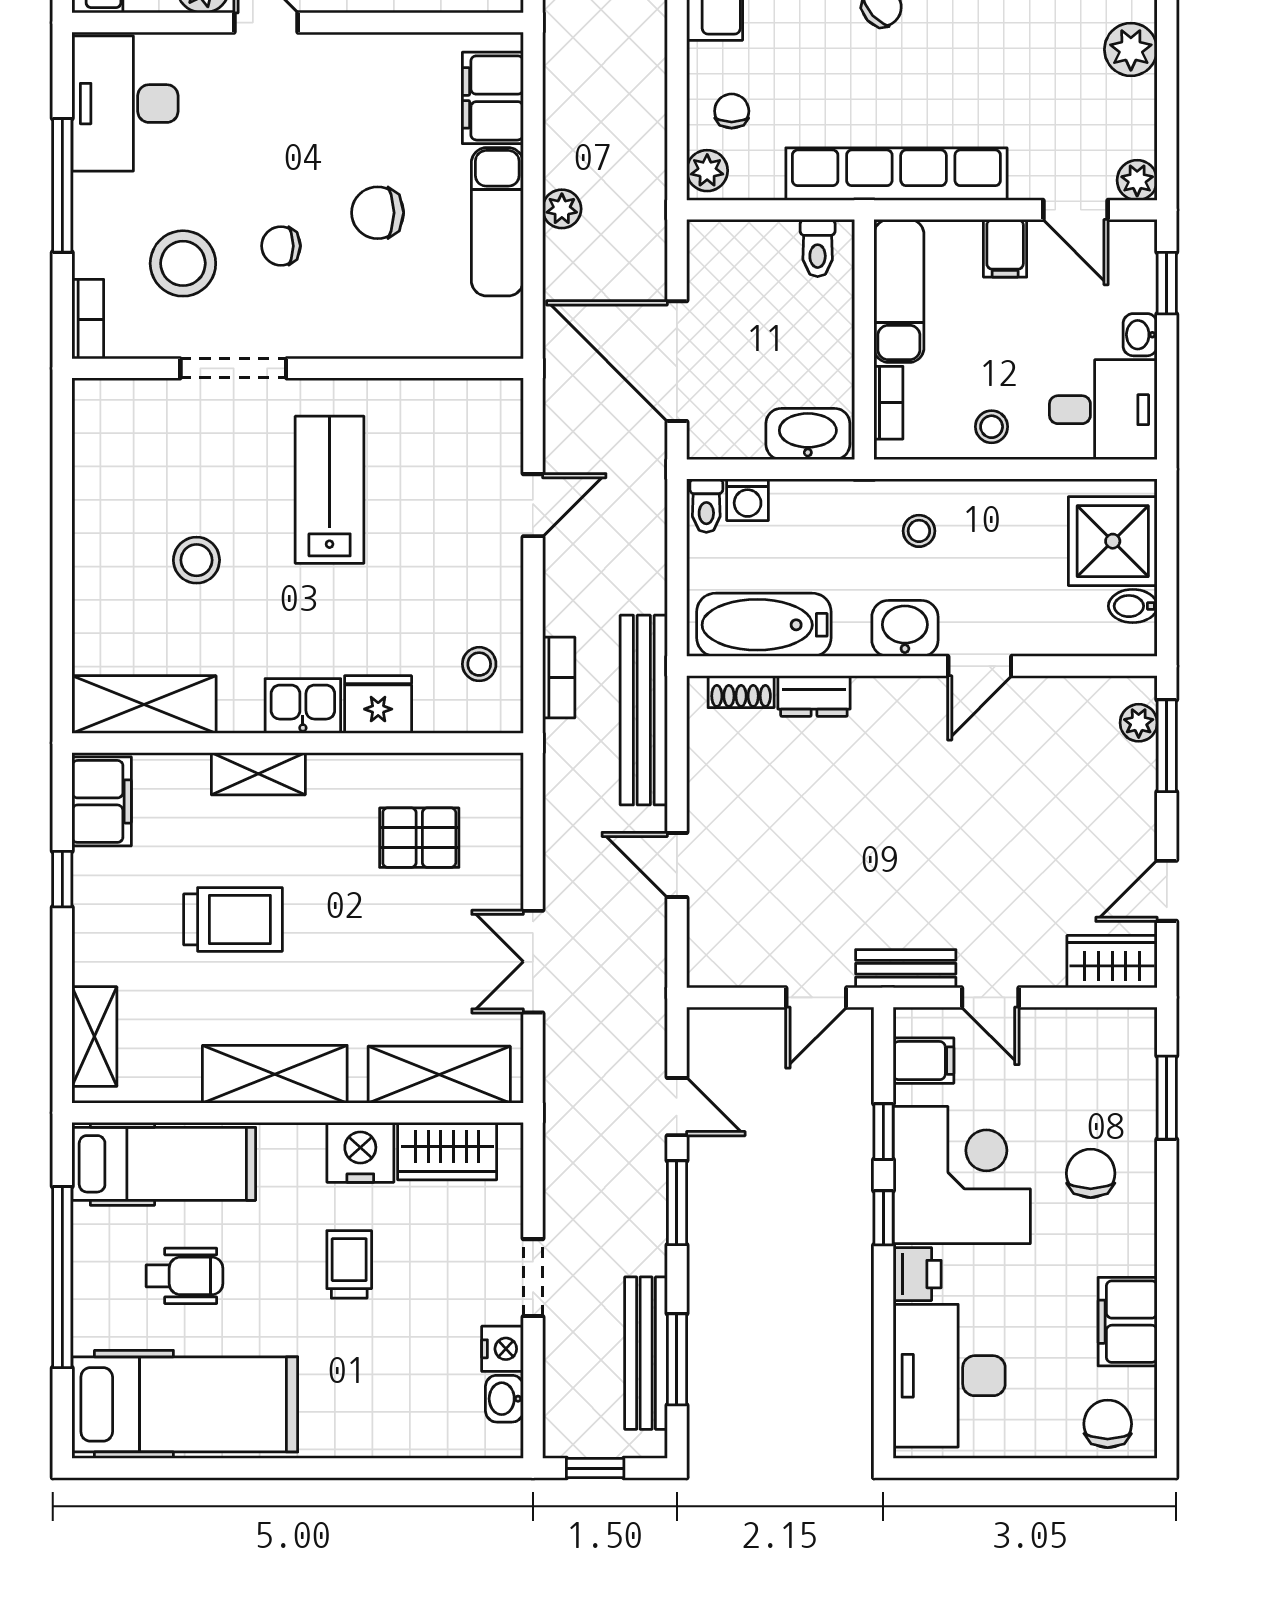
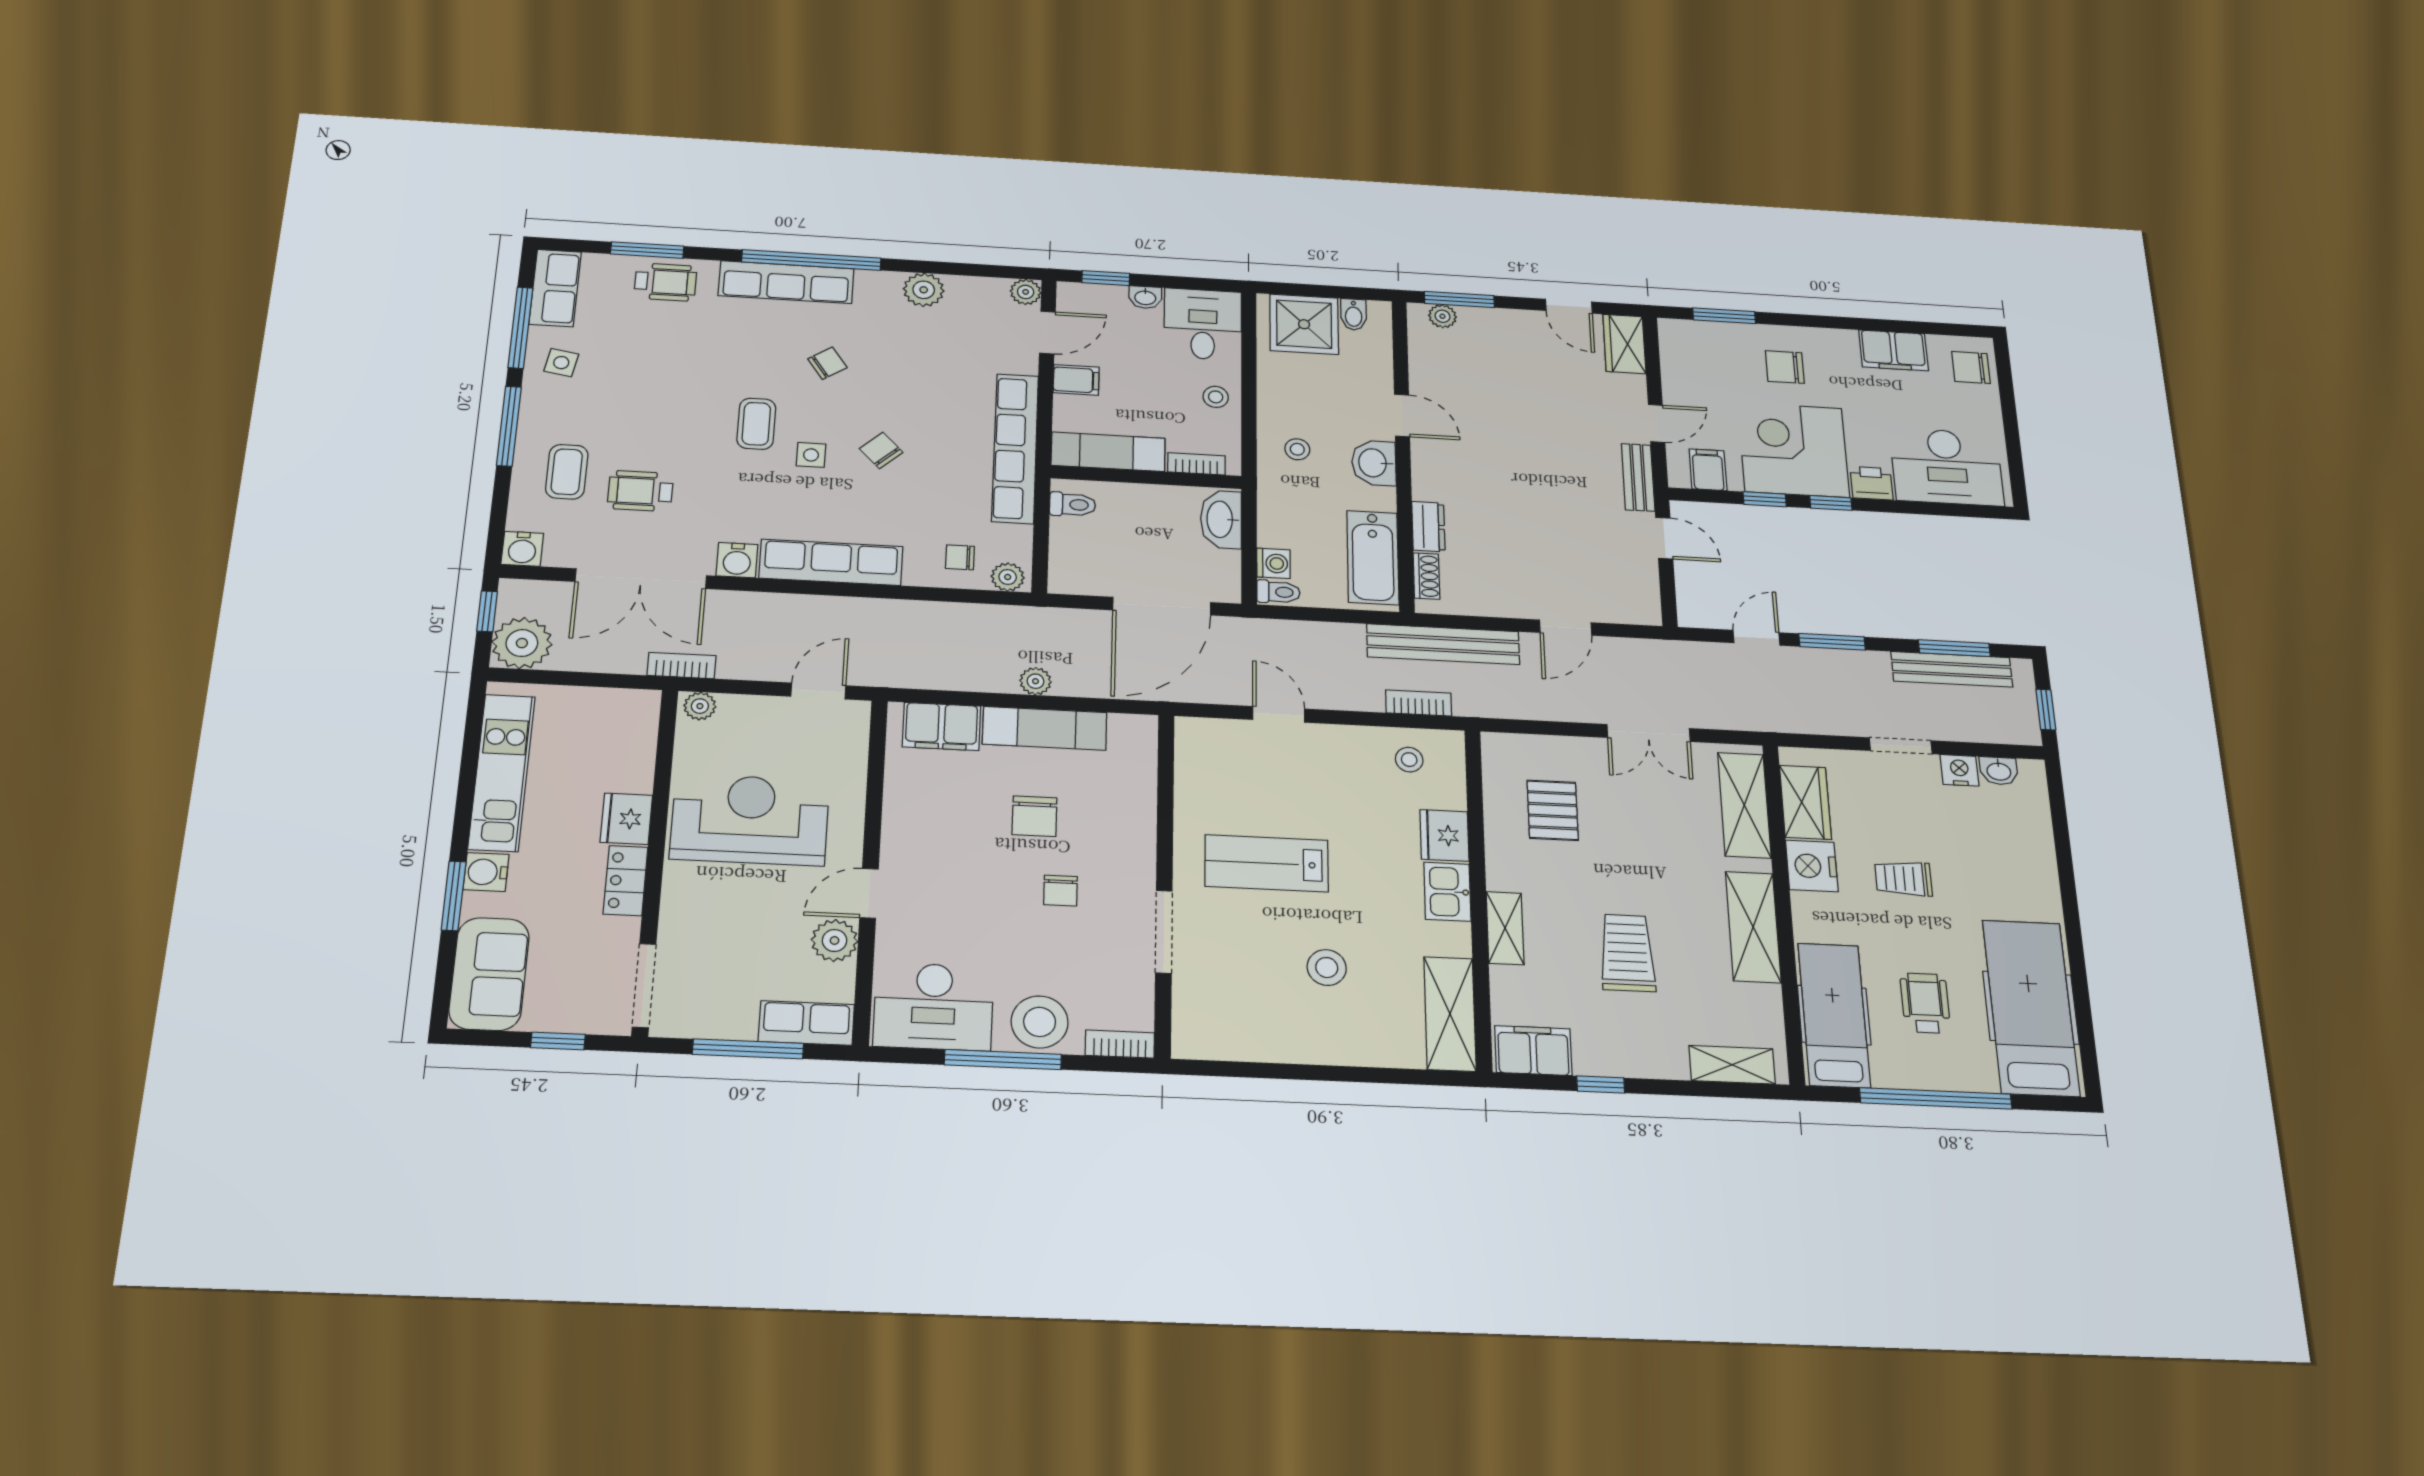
stool: (183, 263) -> (1040, 1022), moved

